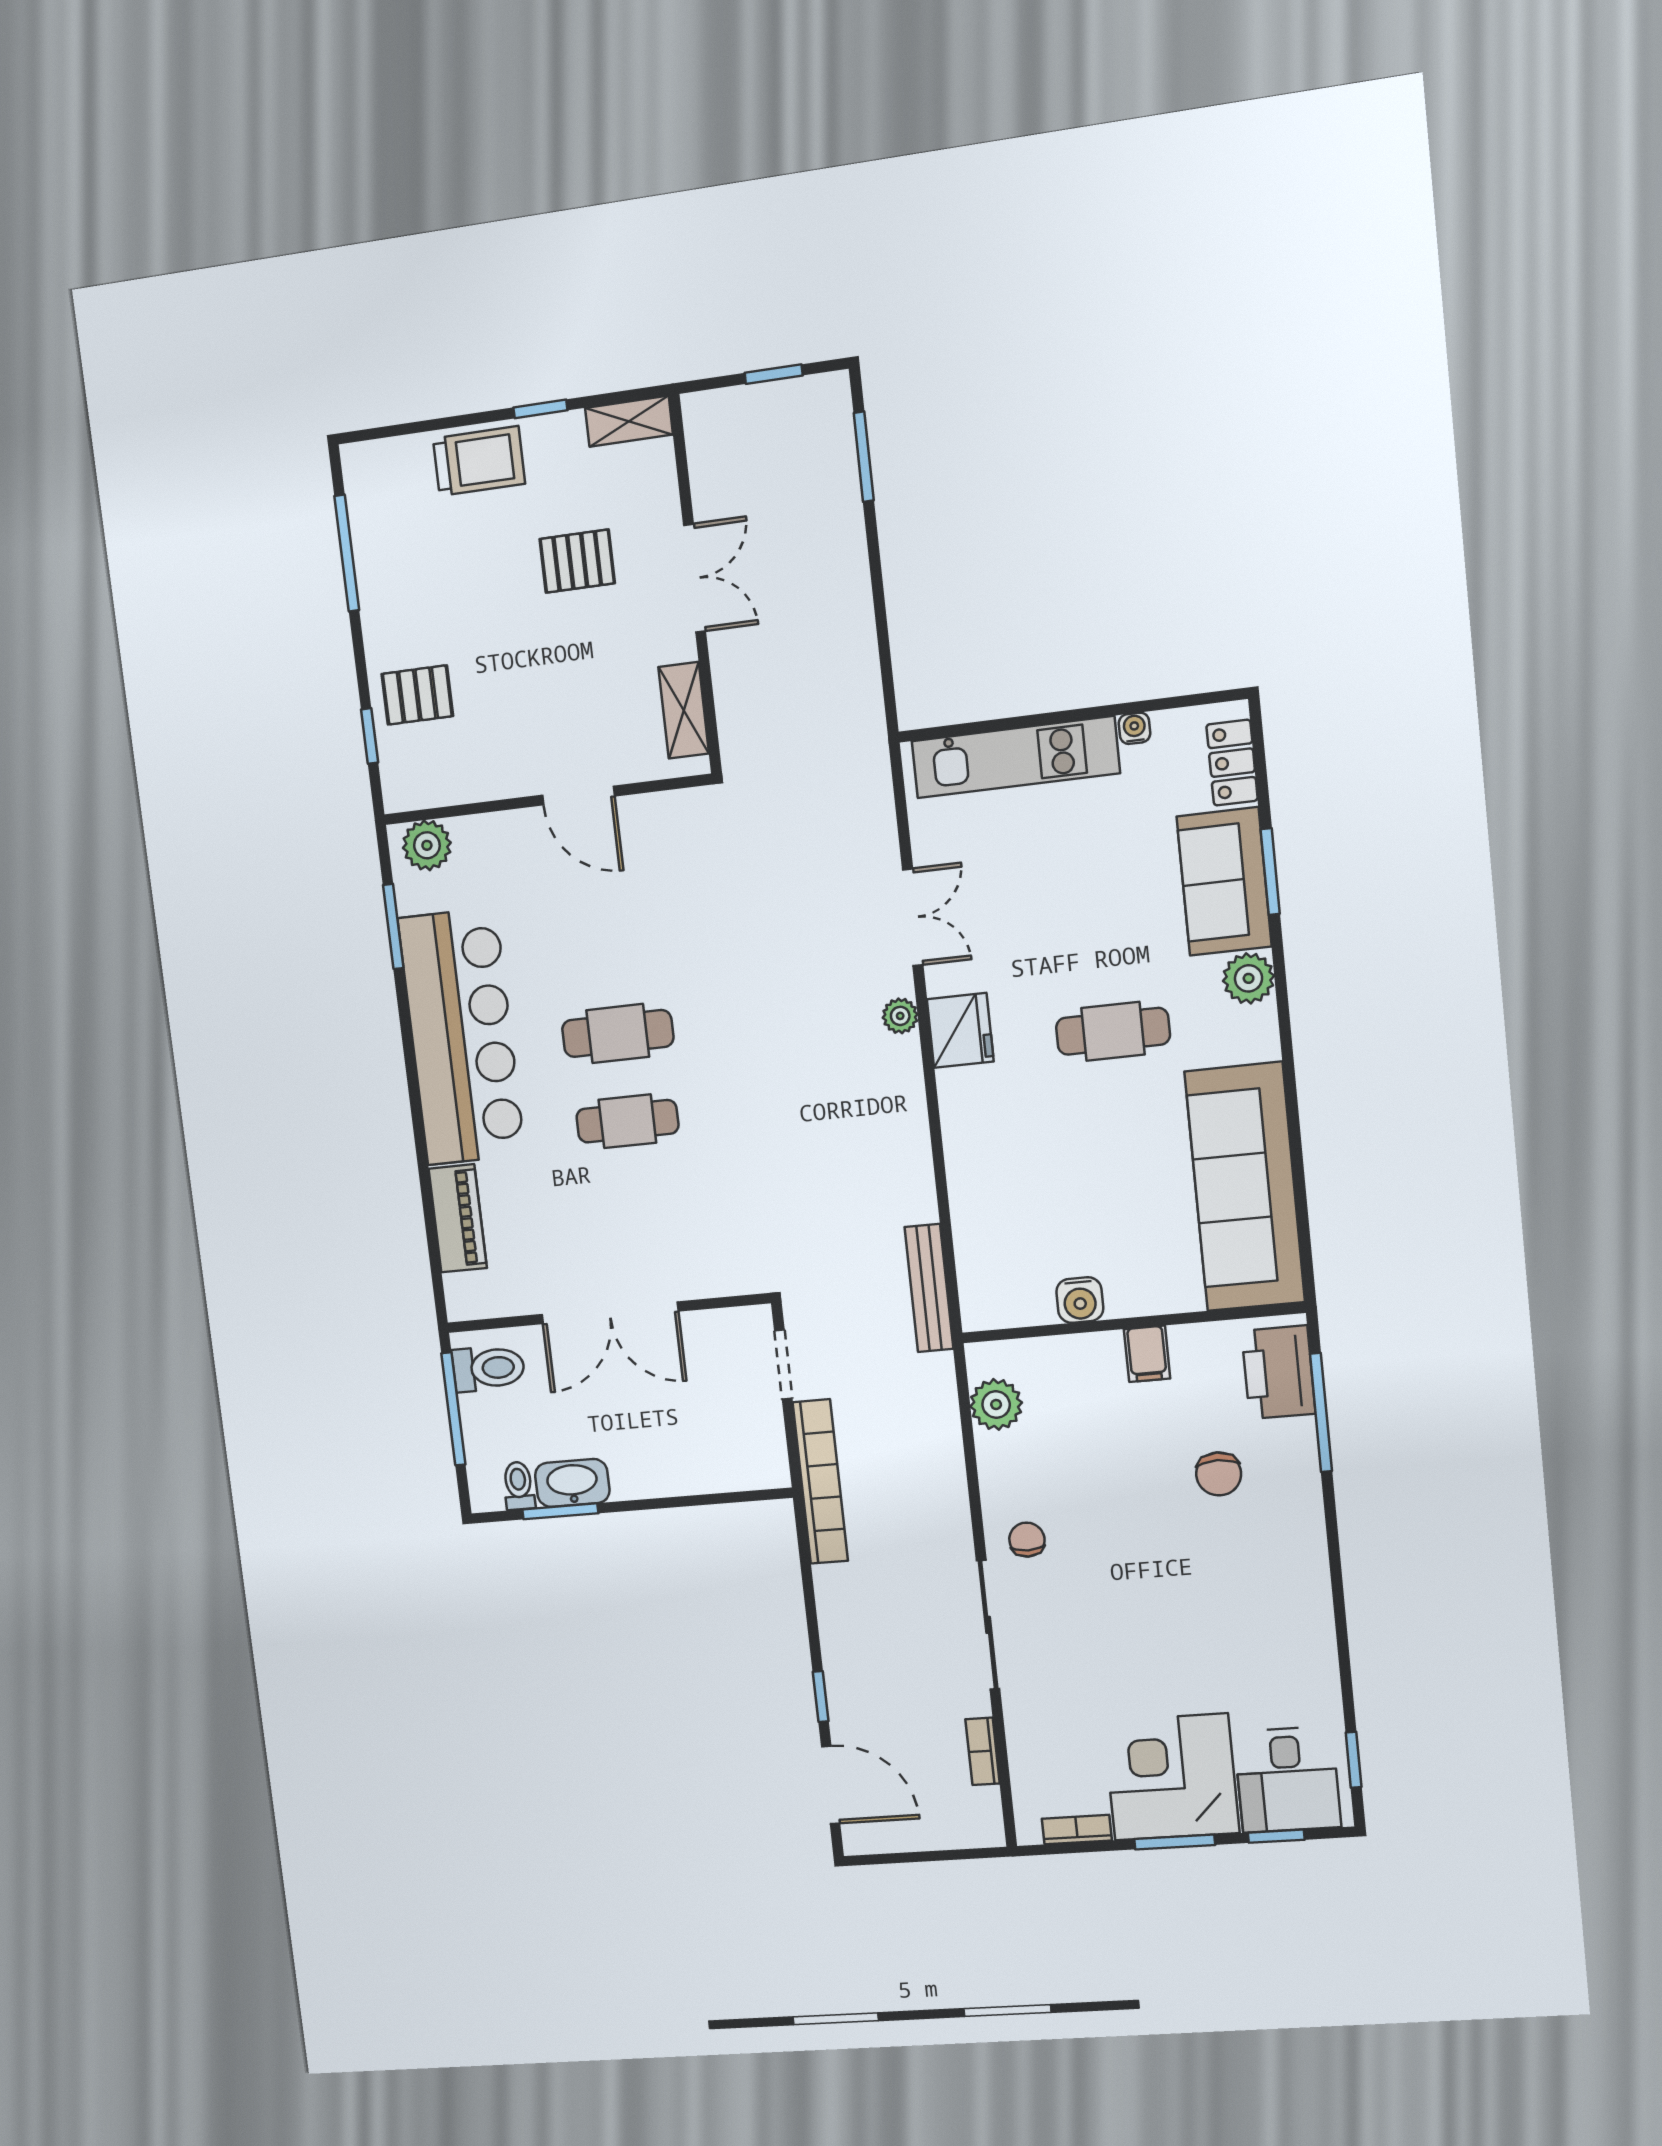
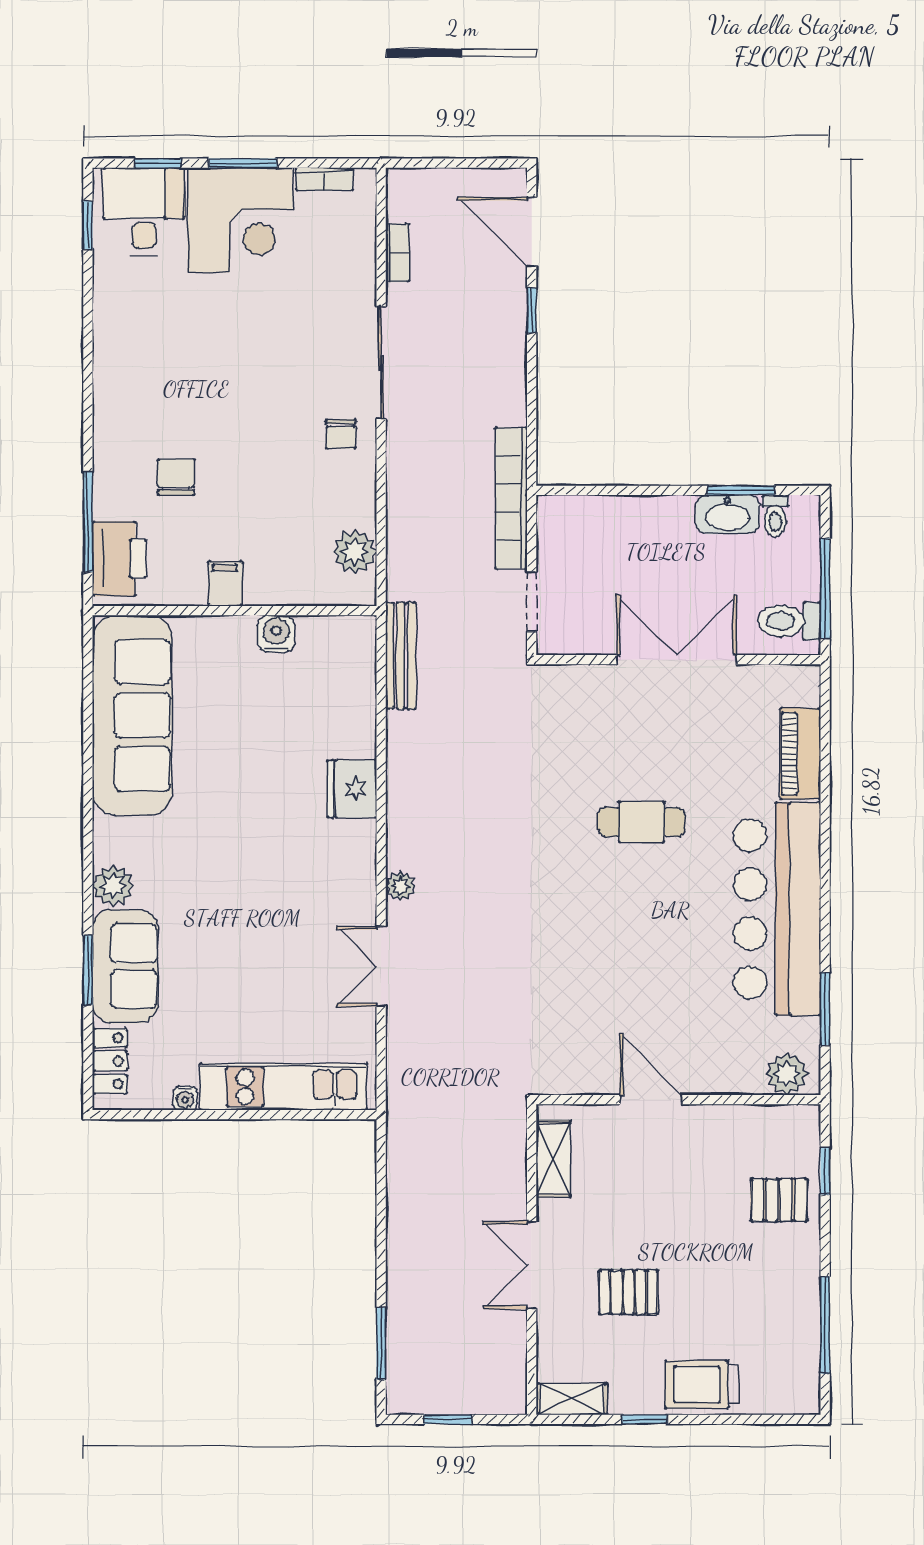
fridge: (960, 1030) -> (352, 789), moved
cafe table: (1113, 1031) -> (227, 854), removed
cafe table: (618, 1033) -> (641, 897), removed

